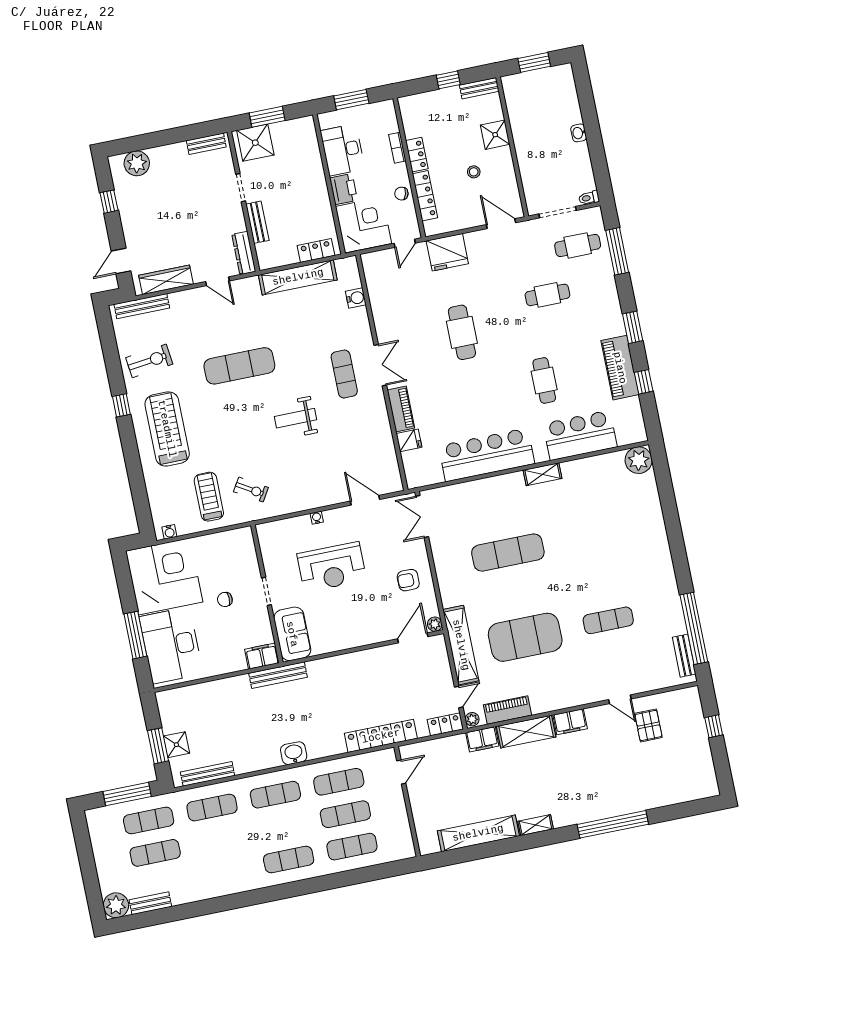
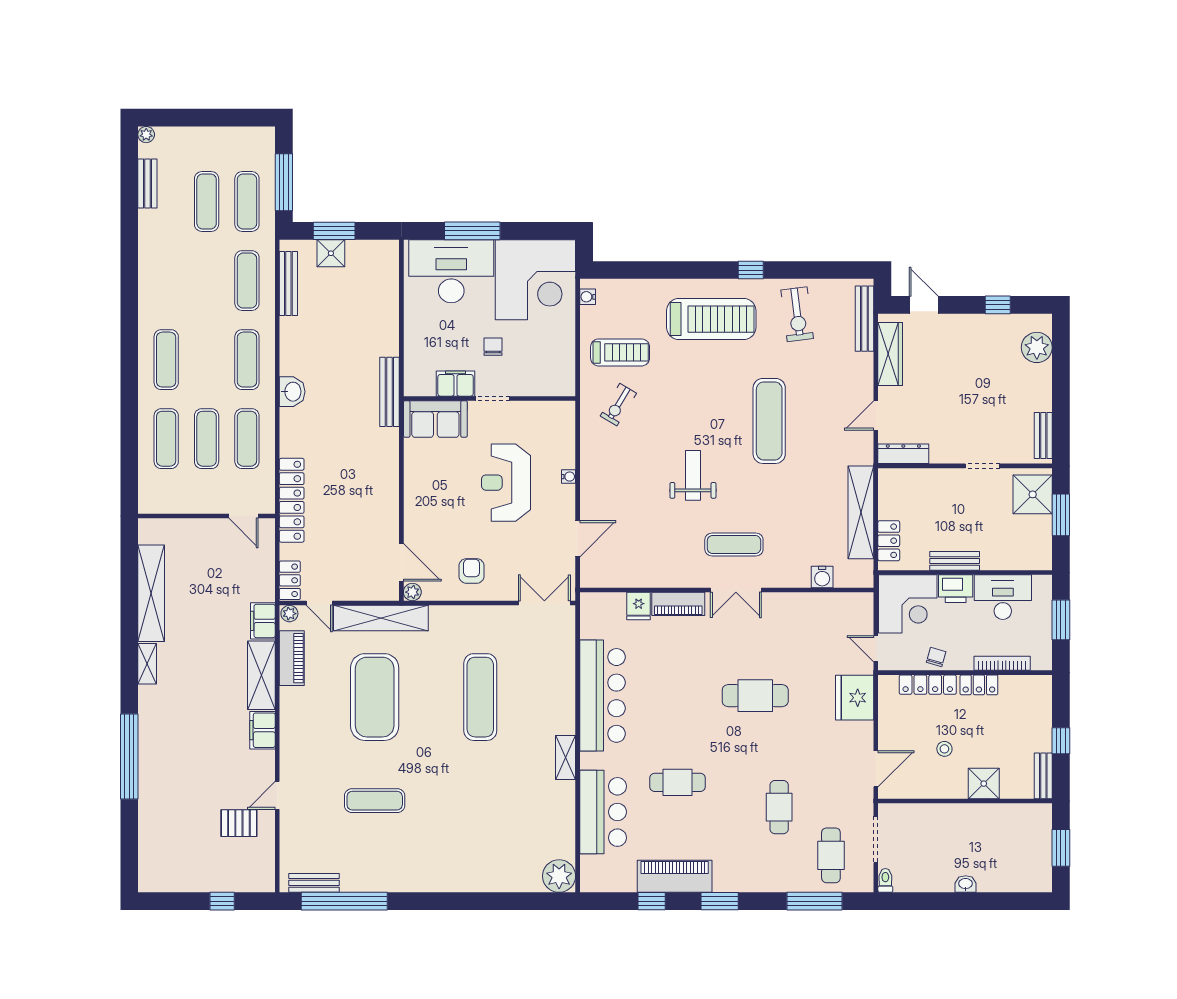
bookcase: (397, 148) -> (1002, 663), width x1.56
bench: (257, 222) -> (955, 561), moved
exercise mat: (608, 620) -> (375, 801), turned 90
filing cabinet: (262, 656) -> (456, 384), moved, turned -90
plant: (116, 905) -> (146, 135), width x0.53, depth x0.53

